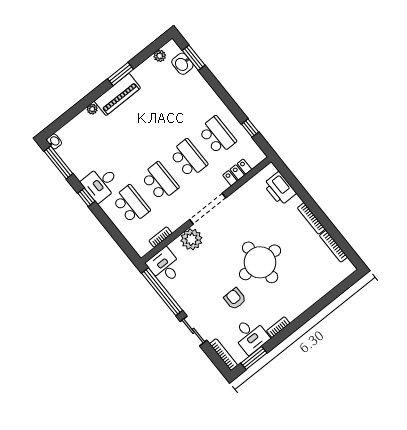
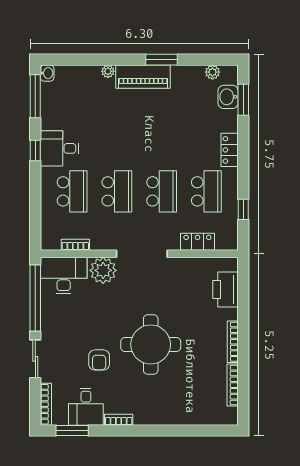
locker: (211, 97) -> (230, 150), added
desk: (165, 266) -> (64, 275), width x1.37
armchair: (235, 299) -> (99, 360), turned 180

